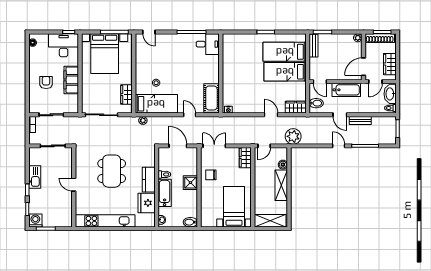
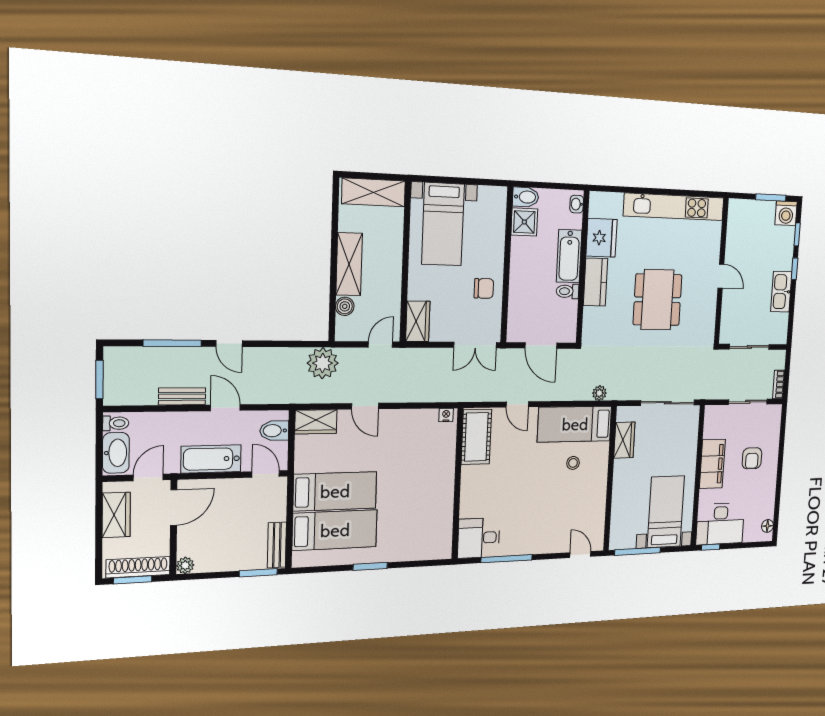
bed with nightstands: (105, 54) -> (666, 512), width x0.73
shower: (190, 183) -> (524, 222), moved

